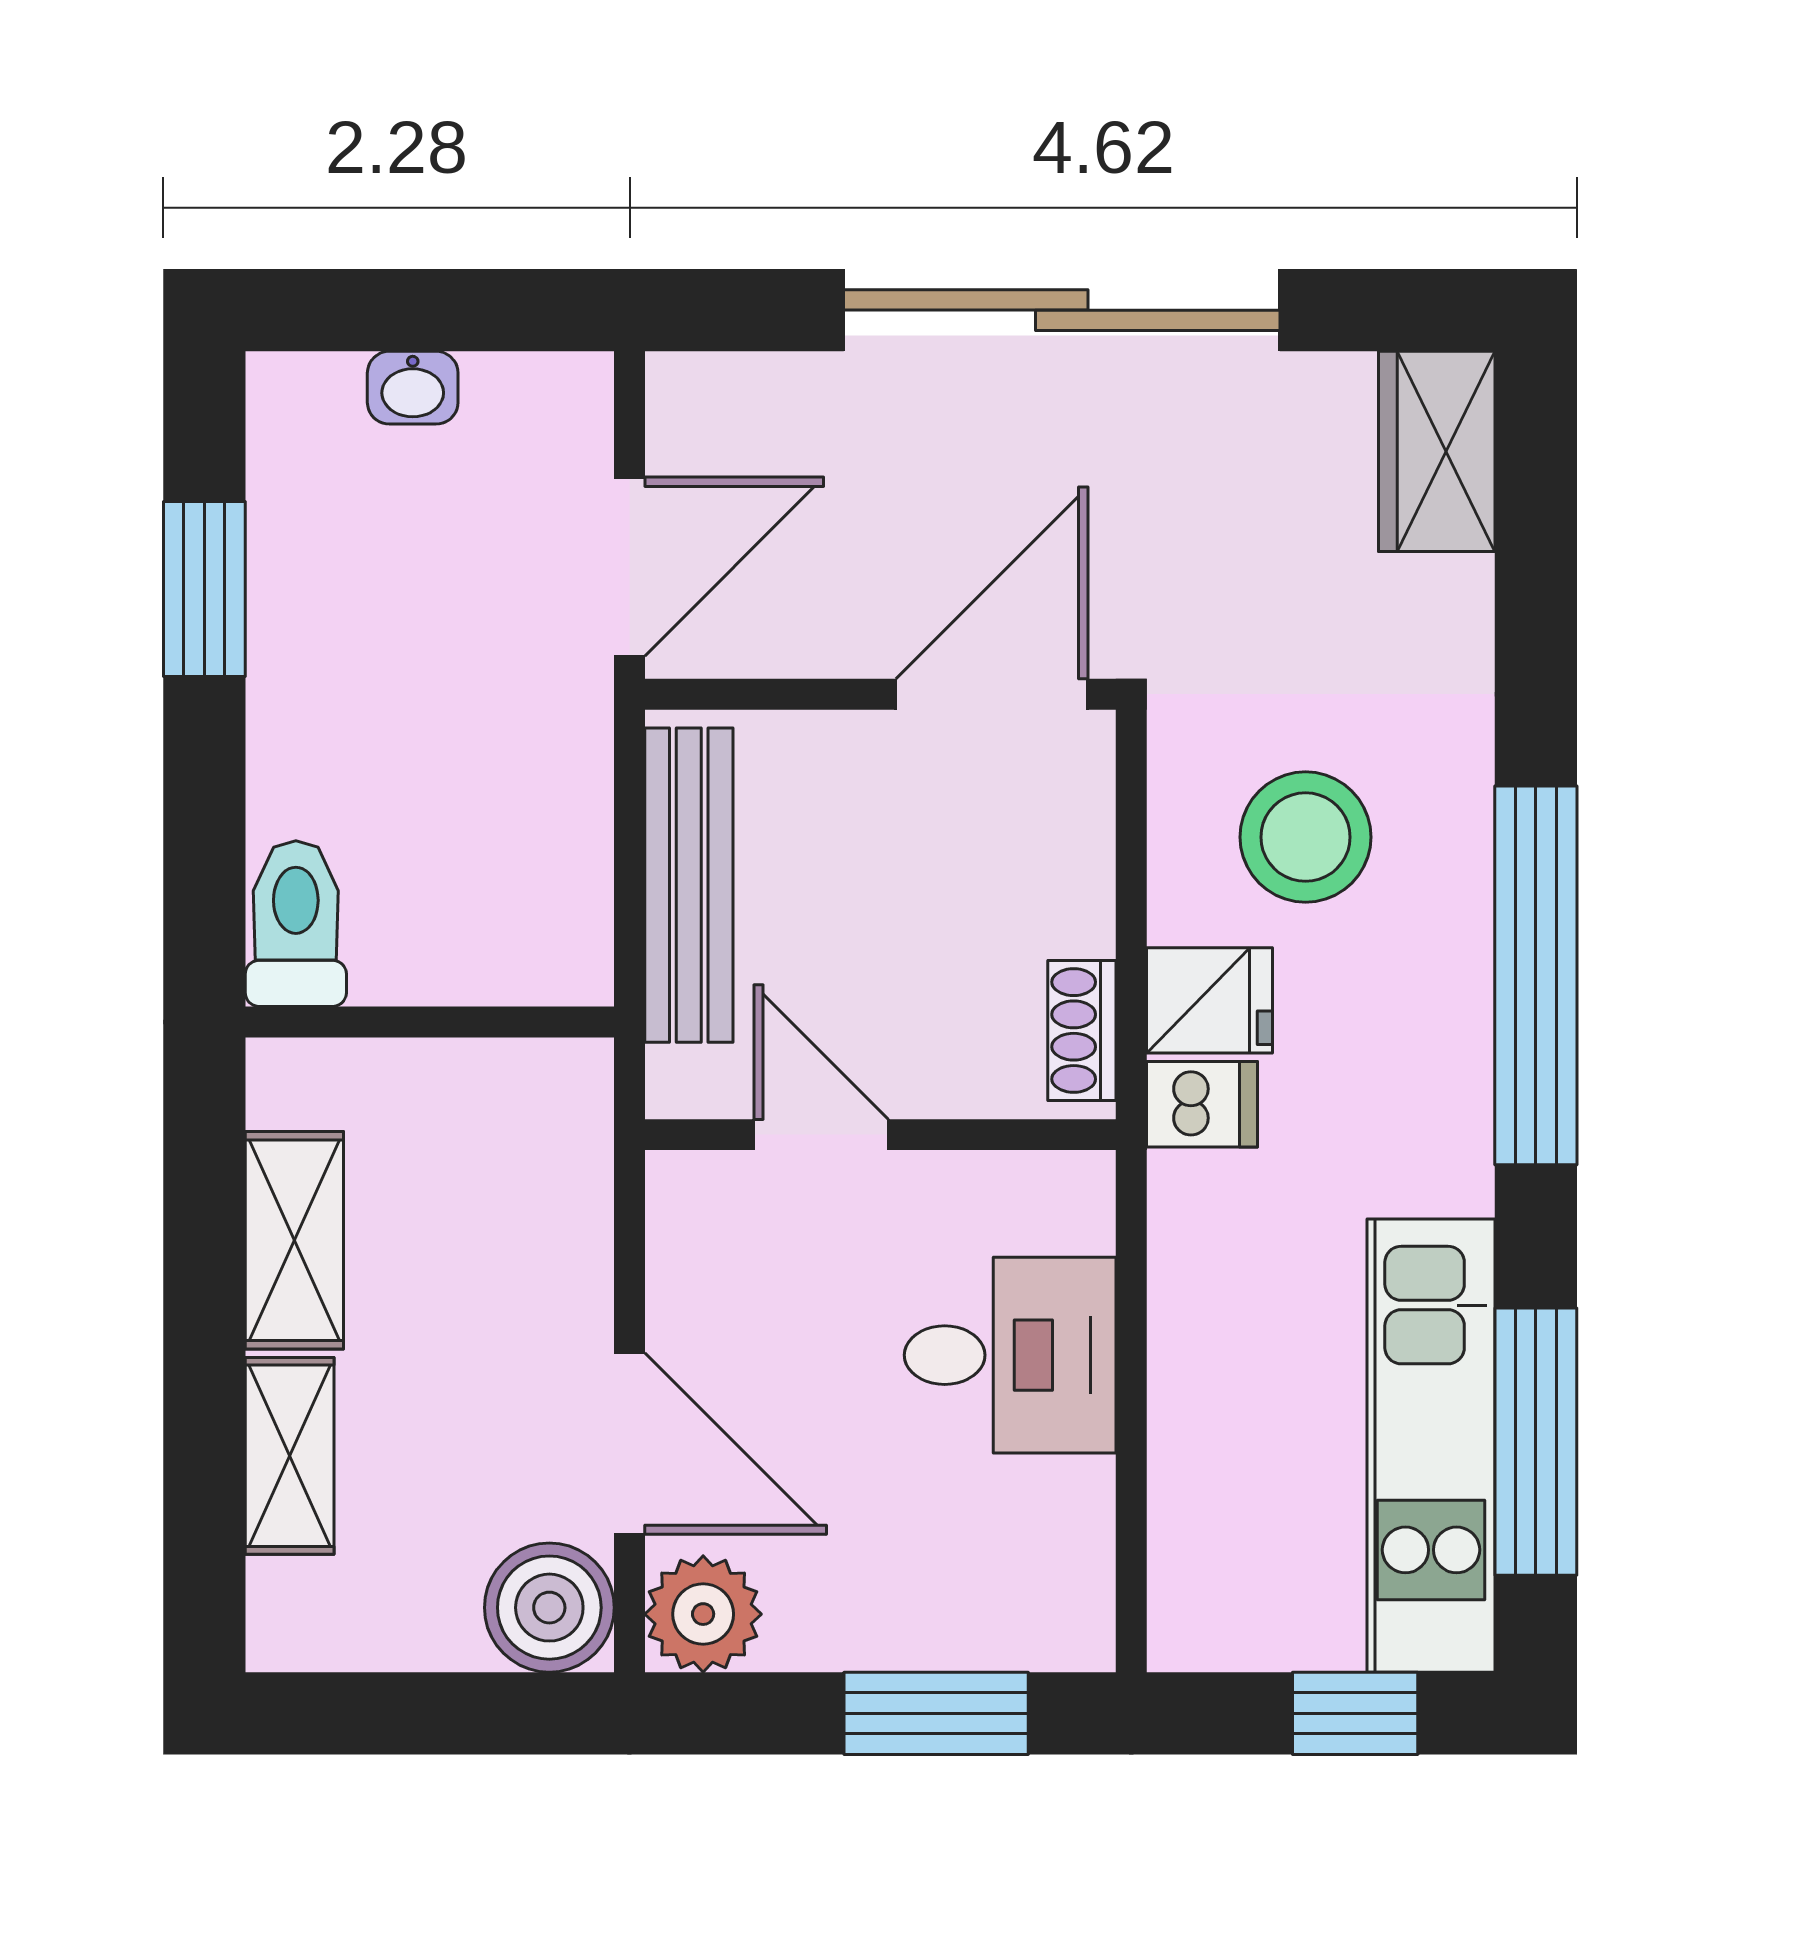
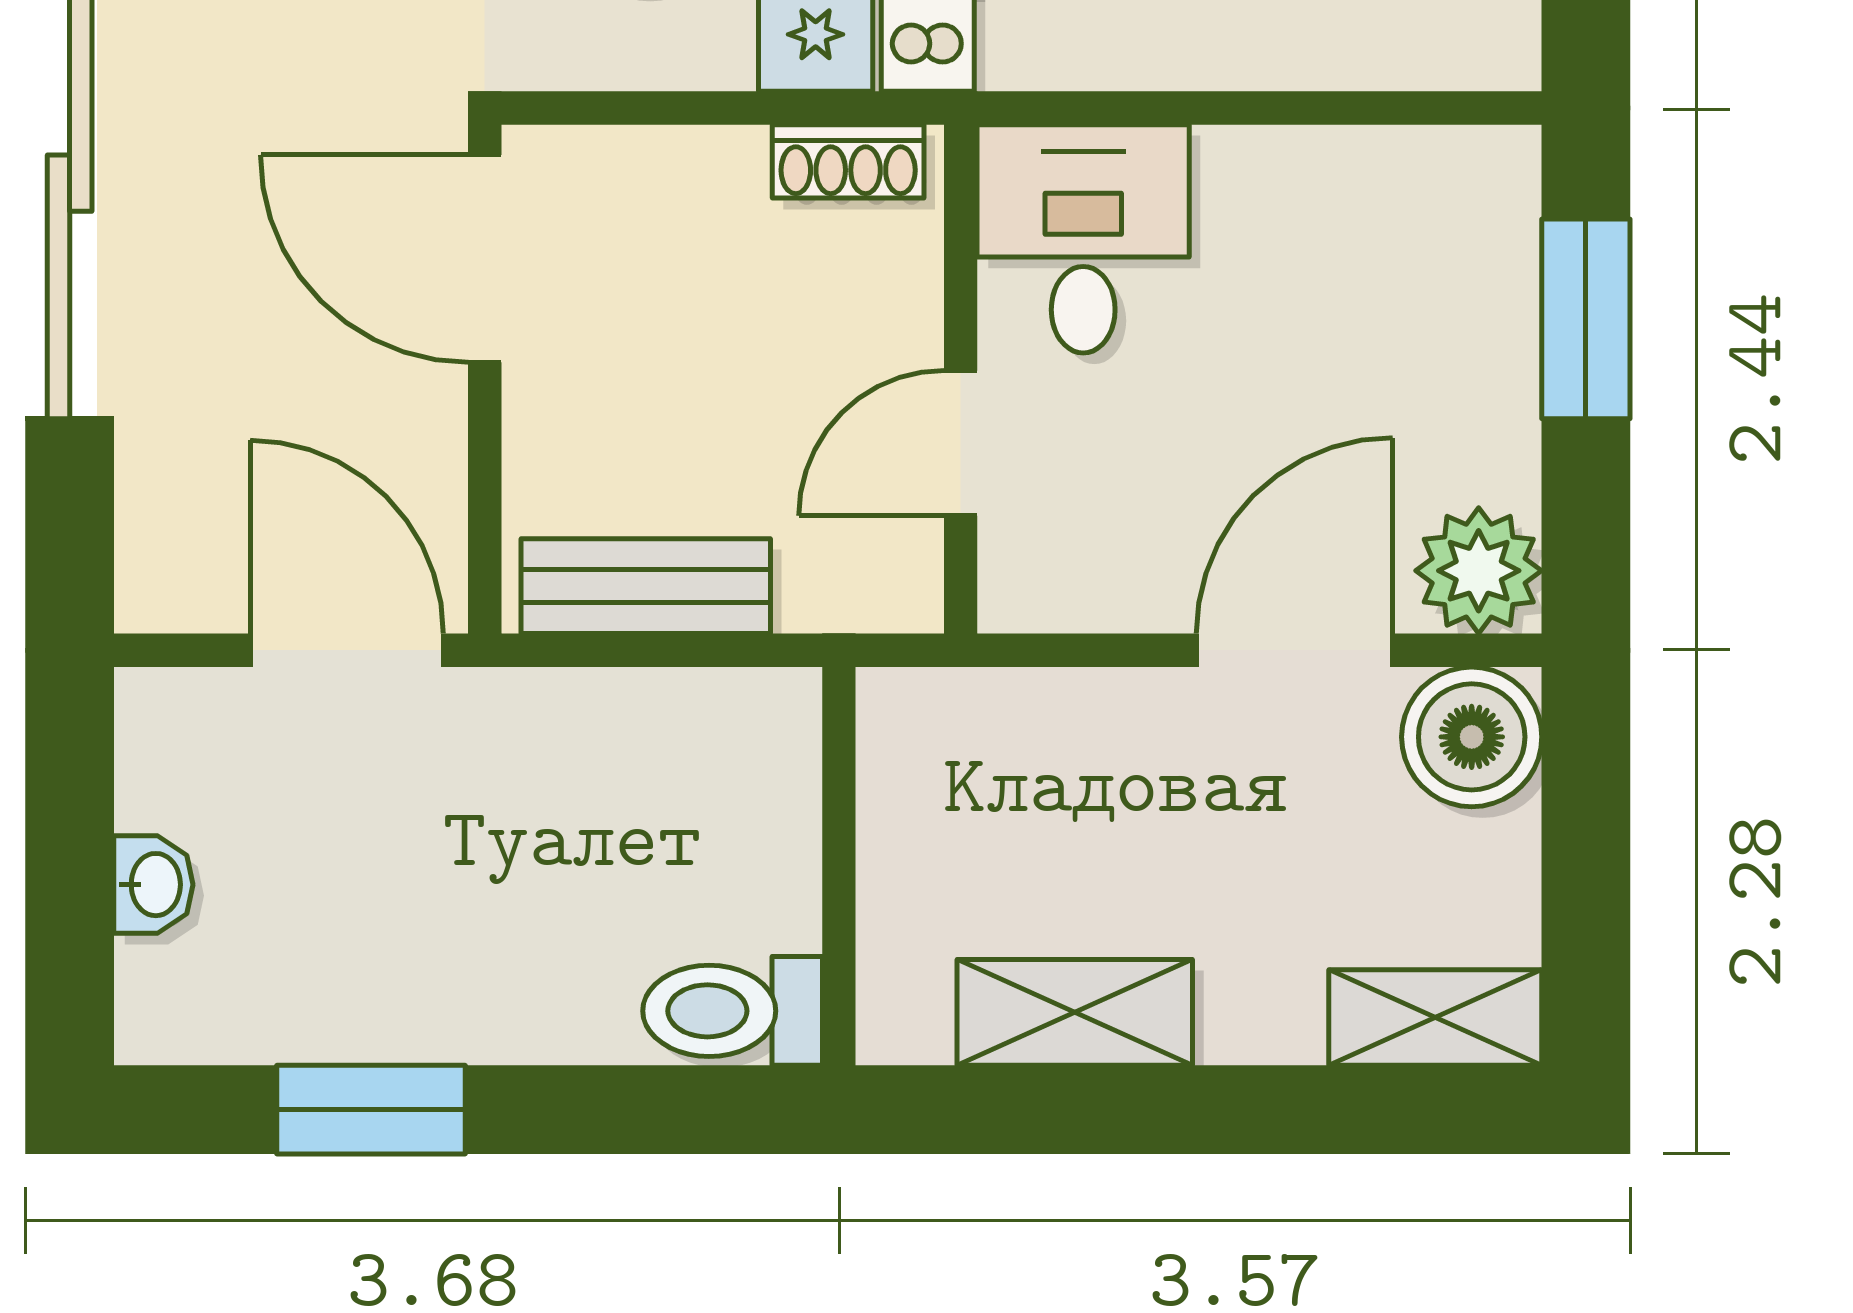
bench: (689, 885) -> (646, 586), width x0.73
desk: (1010, 1355) -> (1083, 239), moved
shelving: (290, 1456) -> (1435, 1017), moved

